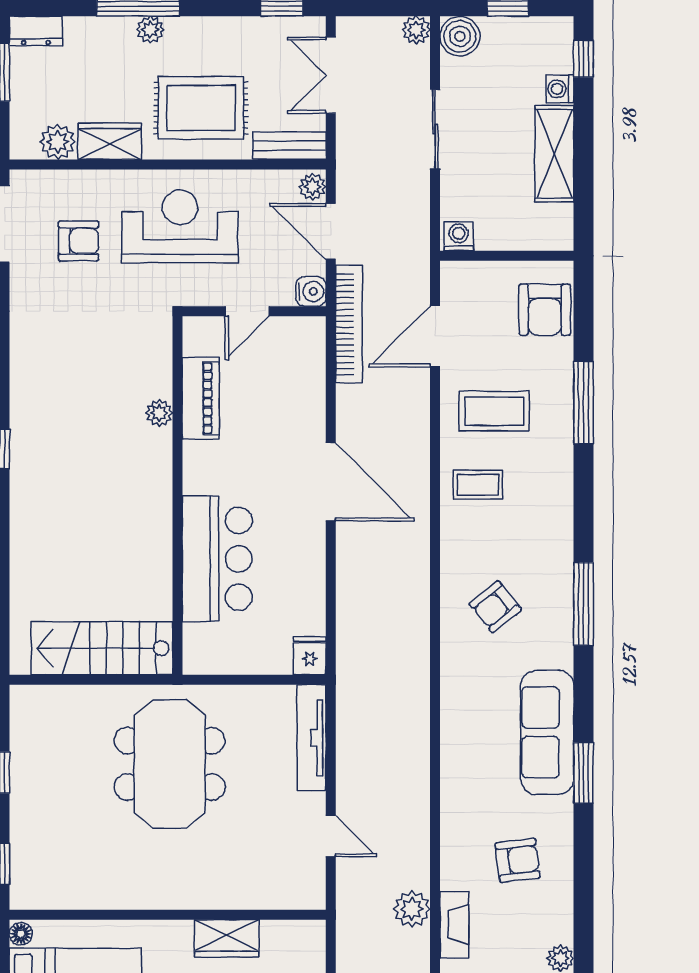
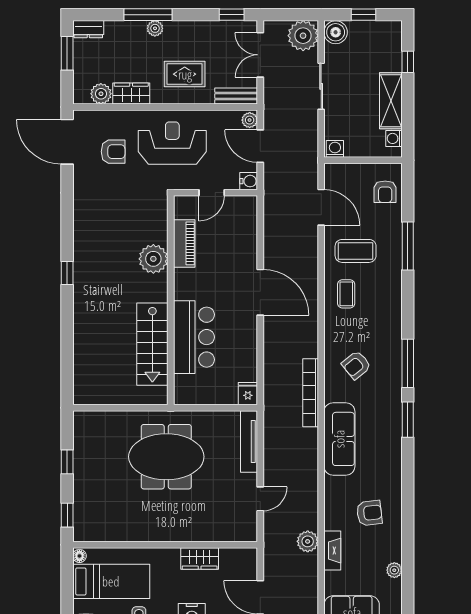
plant: (416, 30) -> (303, 36), width x1.88, depth x1.88
window: (584, 59) -> (408, 62), moved
washing machine: (560, 89) -> (394, 138), moved
rug: (201, 108) -> (185, 74), width x0.73, depth x0.70
armchair: (545, 310) -> (385, 192), width x0.72, depth x0.72
bookcase: (349, 324) -> (311, 393), moved, turned 180
door: (435, 336) -> (321, 207), swing flipped
plant: (159, 413) -> (153, 259), width x1.88, depth x1.88
coffee table: (478, 485) -> (346, 294), turned 90
stairs: (102, 648) -> (152, 344), moved, turned -90
sofa: (547, 732) -> (339, 439), moved, turned 180
meeting table: (170, 764) -> (166, 457), turned 90
window: (584, 773) -> (408, 420), moved
door: (331, 836) -> (260, 499), hinge flipped

